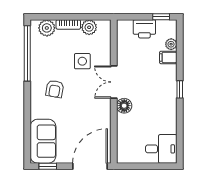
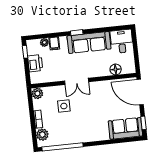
plant: (89, 27) -> (37, 93), moved
armchair: (55, 89) -> (86, 124), removed
sofa: (165, 105) -> (89, 42), added
floor lamp: (124, 106) -> (116, 69), moved

